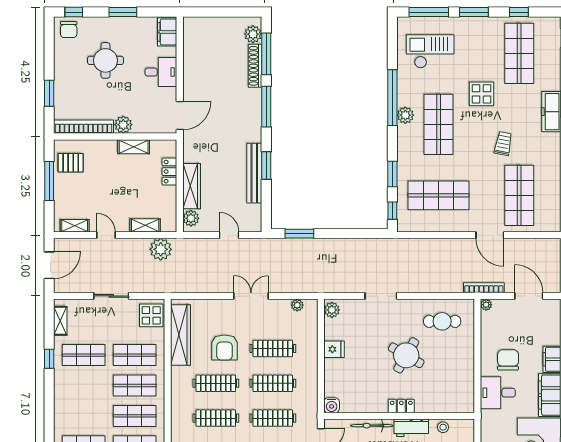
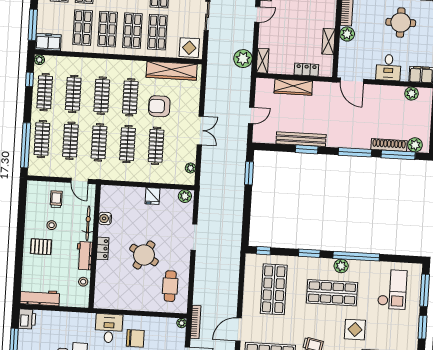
window: (392, 174) -> (309, 253), moved
plant: (191, 218) -> (412, 94), moved
shelving: (145, 225) -> (263, 61), moved
water cooler: (332, 405) -> (105, 219), moved

